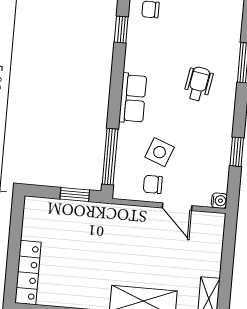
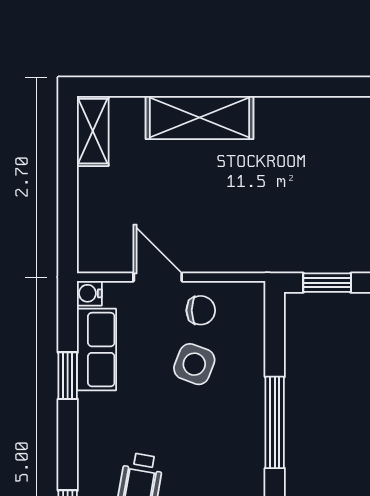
row of seats: (133, 98) -> (96, 350), moved, turned 180
window: (110, 157) -> (275, 422), moved

